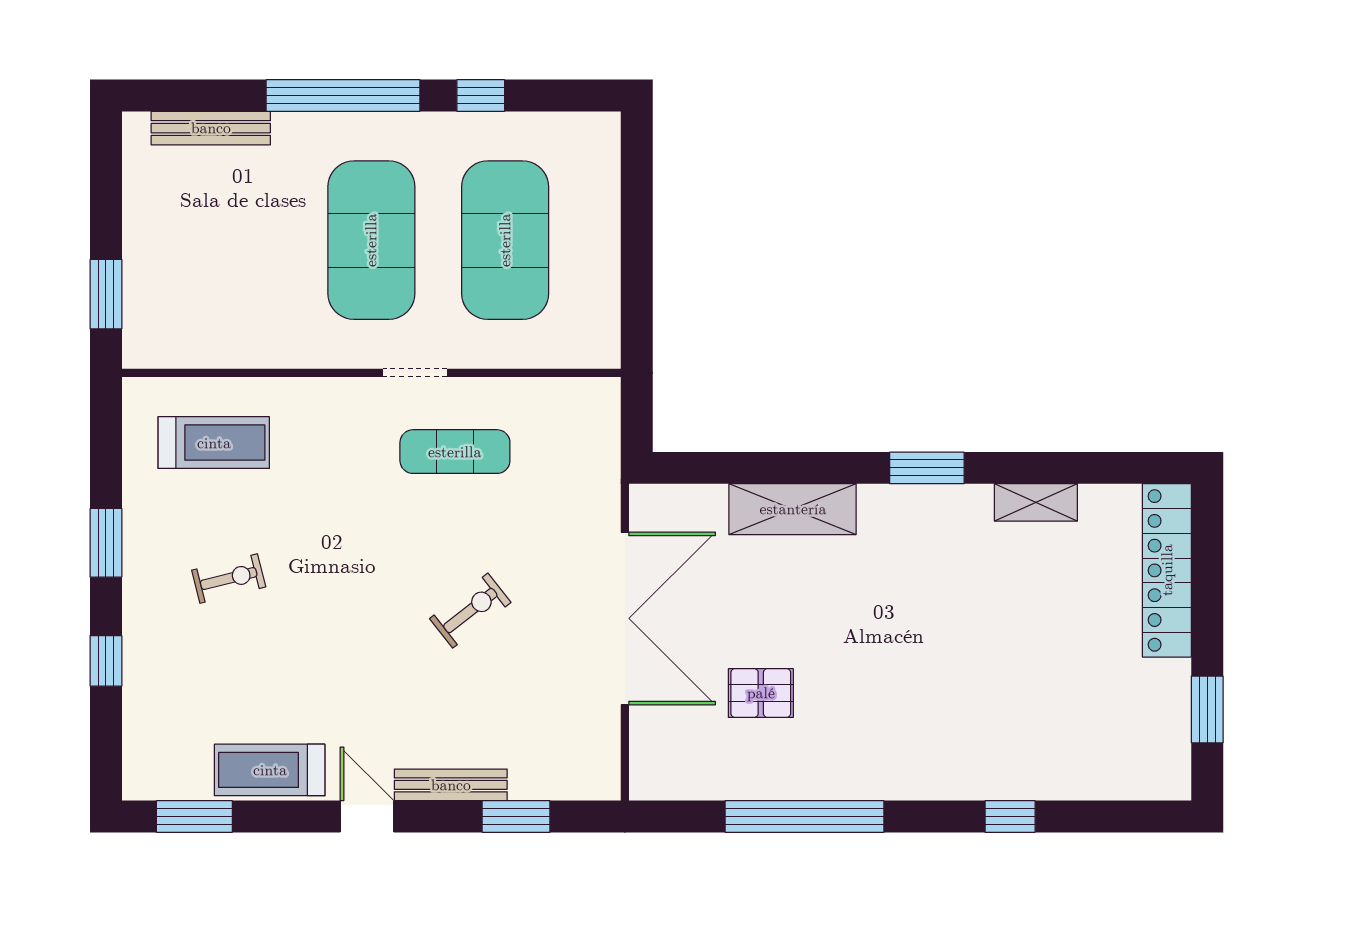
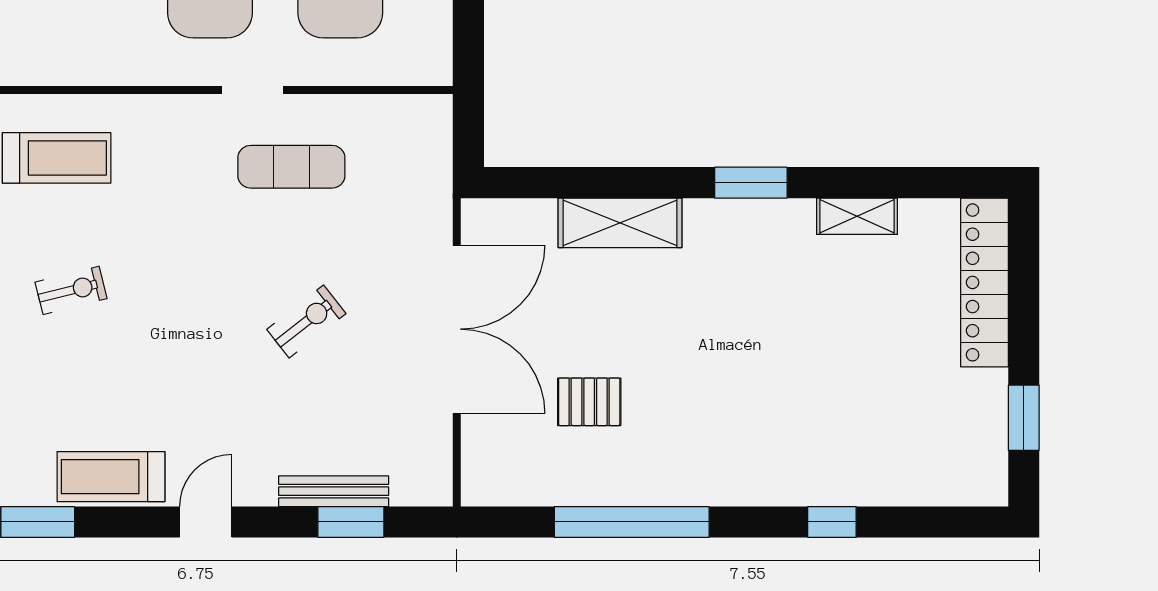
bench: (451, 785) -> (334, 491), moved
door: (367, 816) -> (206, 522), hinge flipped

